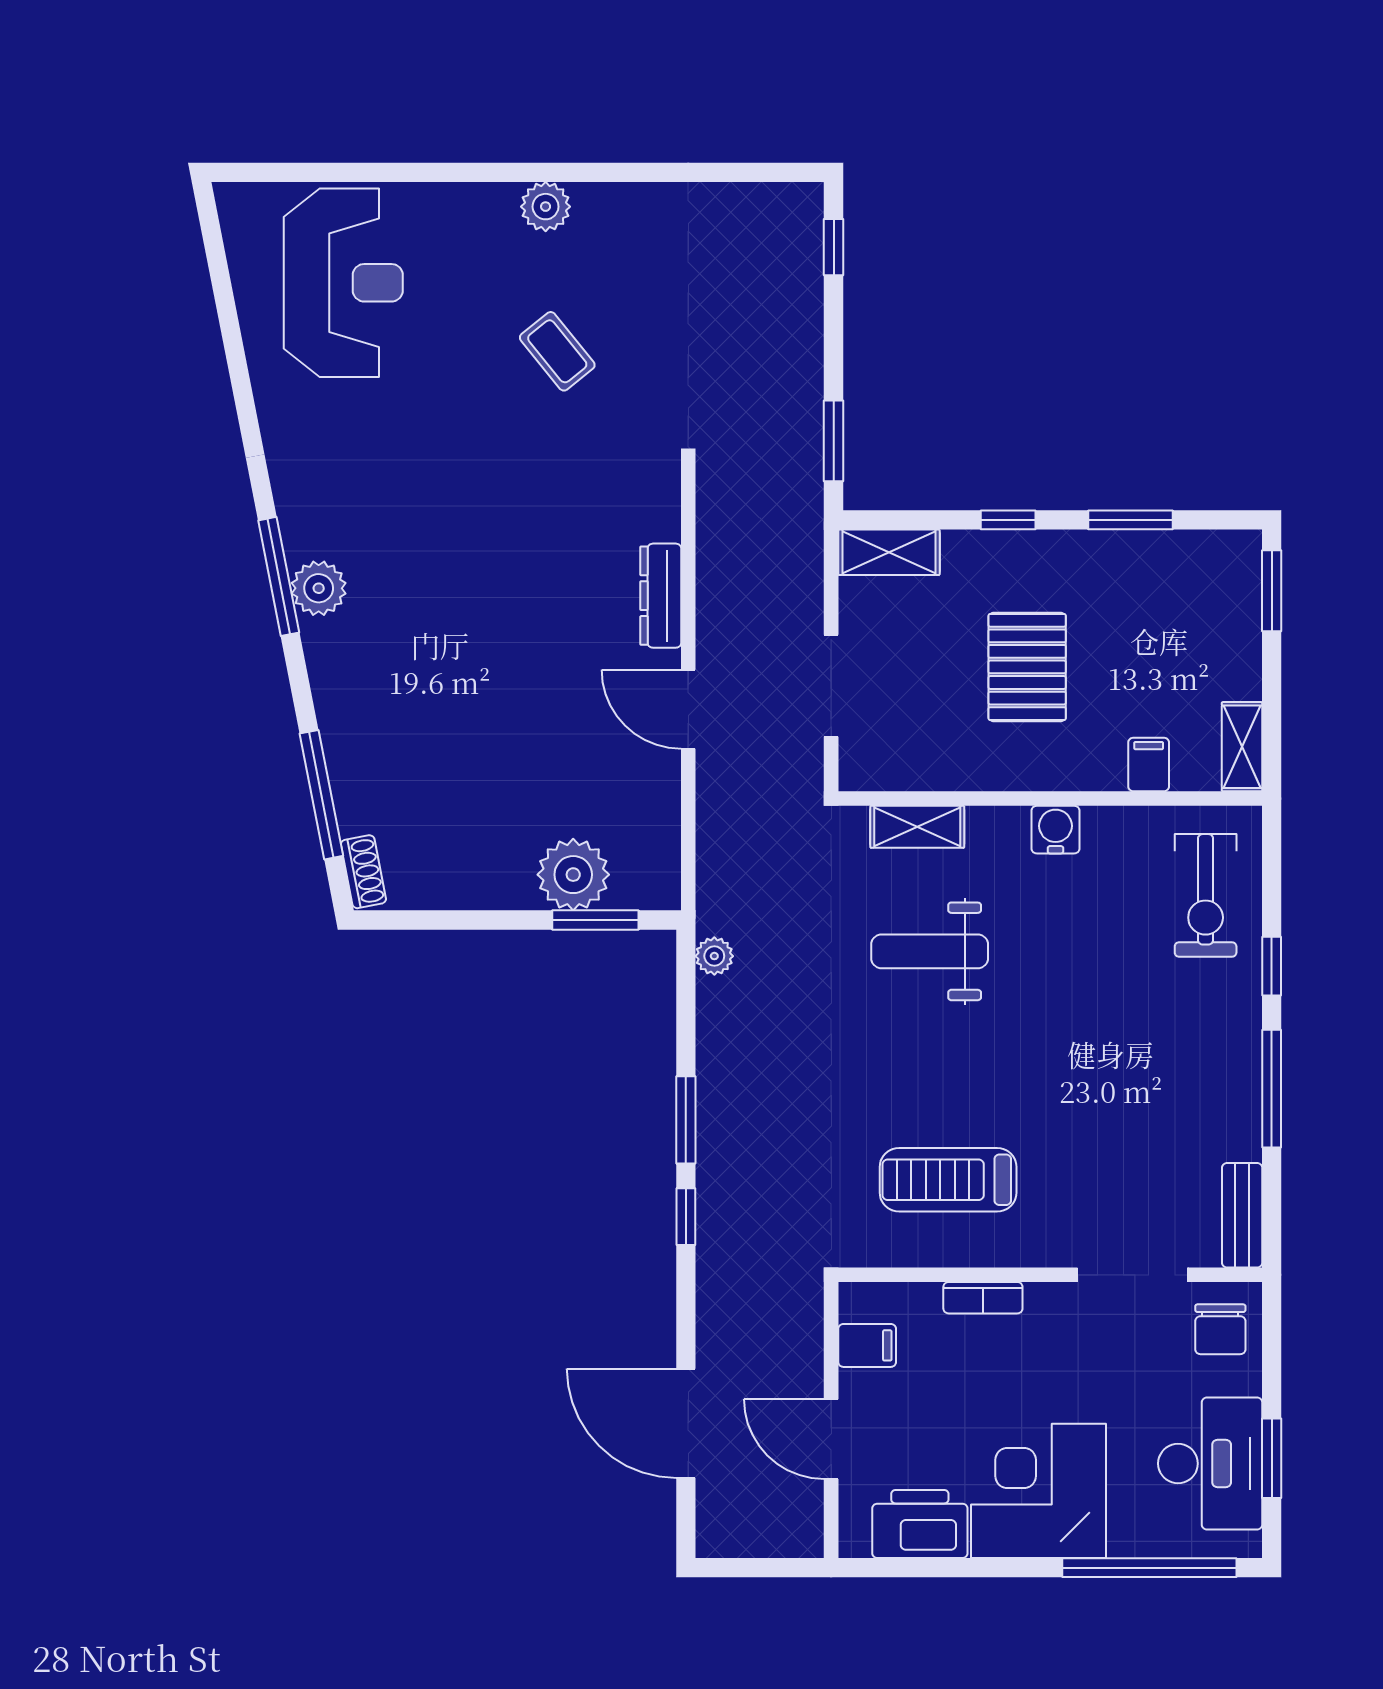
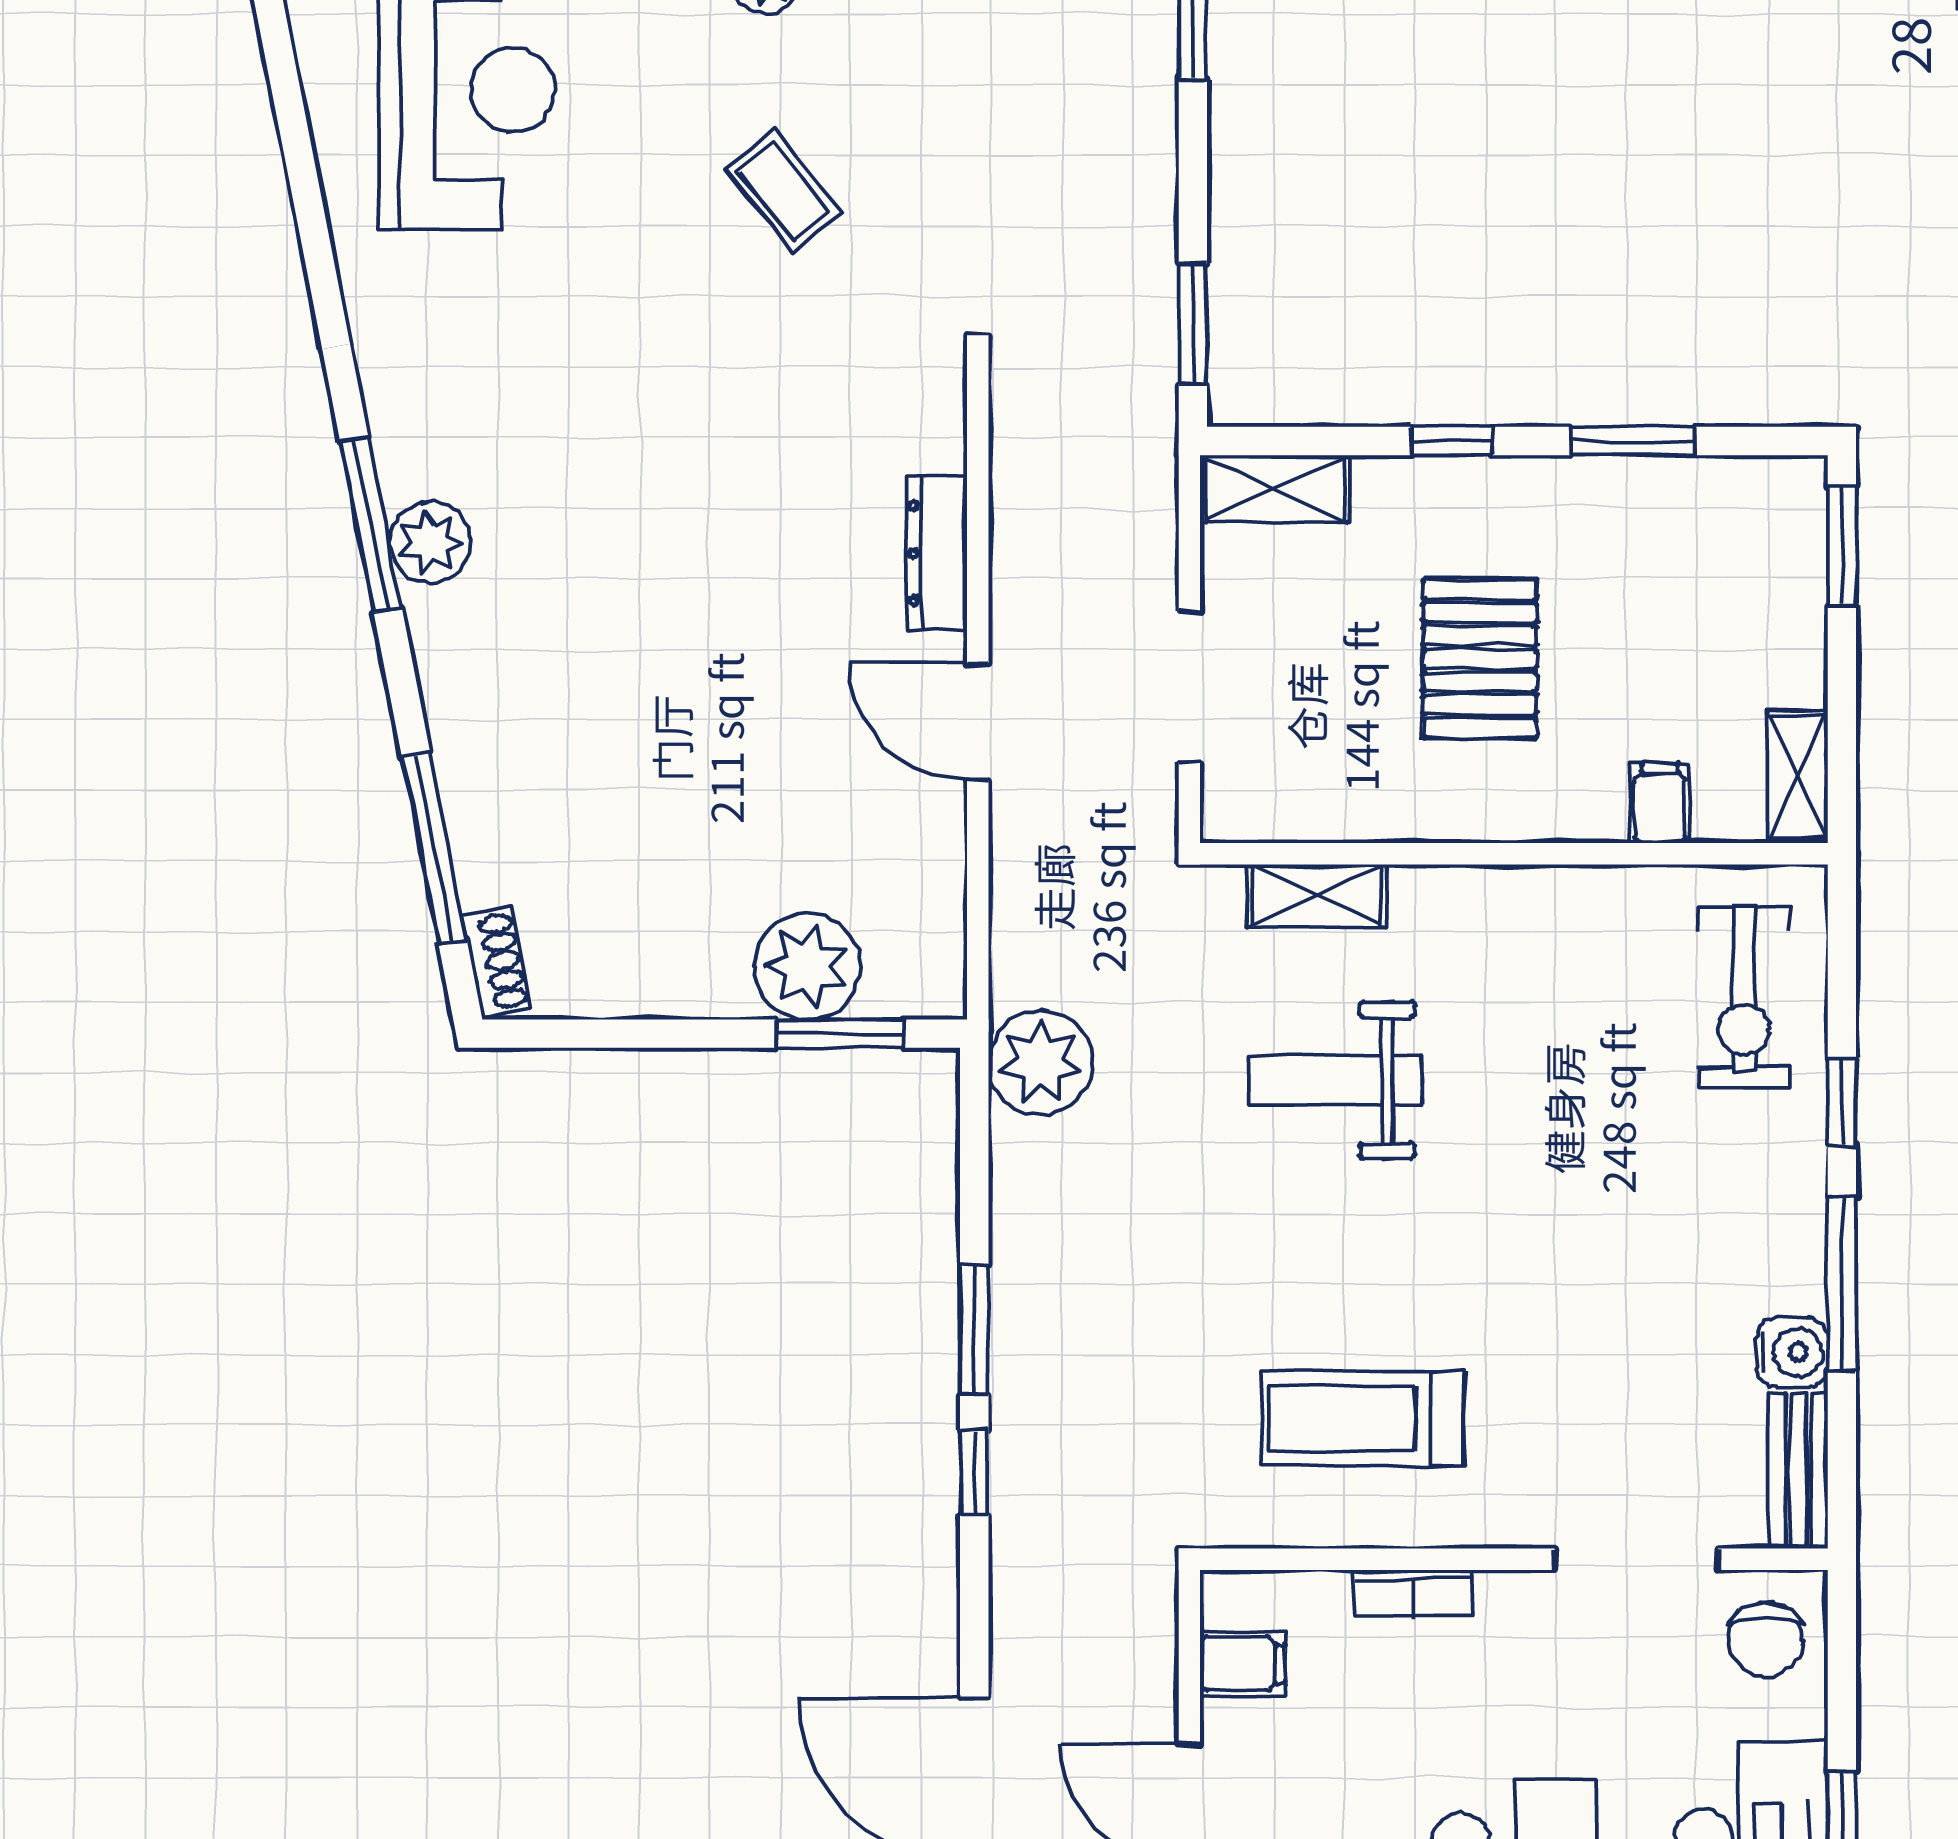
water cooler: (1055, 830) -> (1792, 1352), moved, turned 90
plant: (714, 956) -> (1041, 1062), width x1.88, depth x1.88

